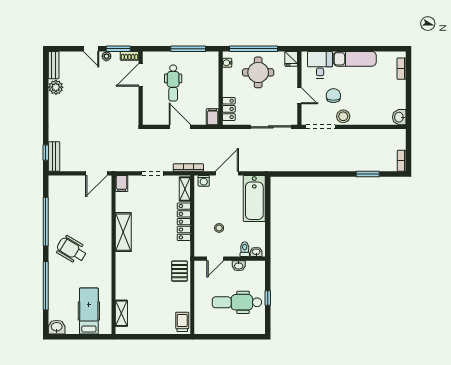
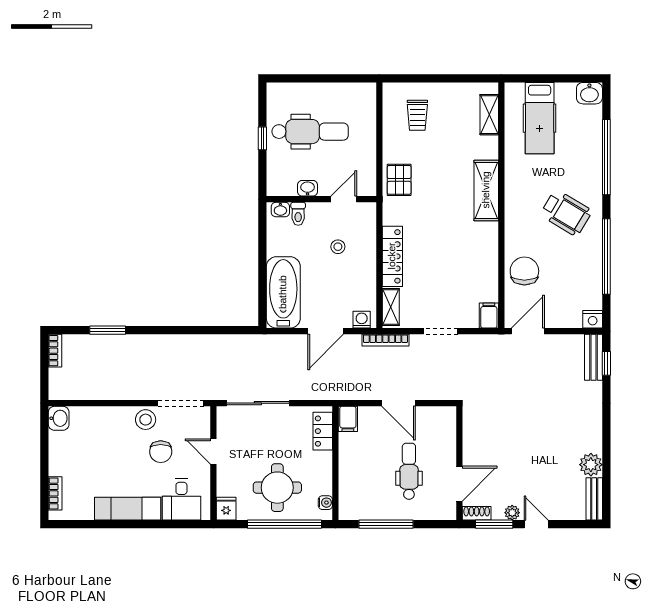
nightstand: (55, 181) -> (593, 319), added
chair: (99, 212) -> (524, 271), added
shelving: (123, 232) -> (486, 190), moved
trolley: (182, 322) -> (417, 115), moved

